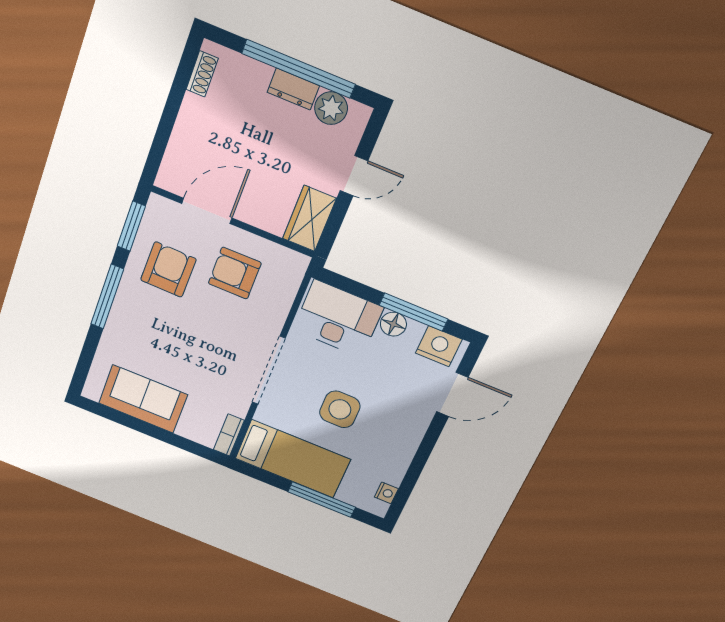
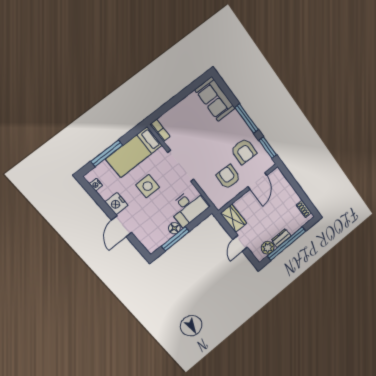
armchair: (235, 273) -> (228, 177), turned -88
nightstand: (439, 346) -> (117, 204), moved, turned 90
door: (452, 394) -> (122, 226), moved
sofa: (143, 399) -> (215, 99), moved, turned 90

